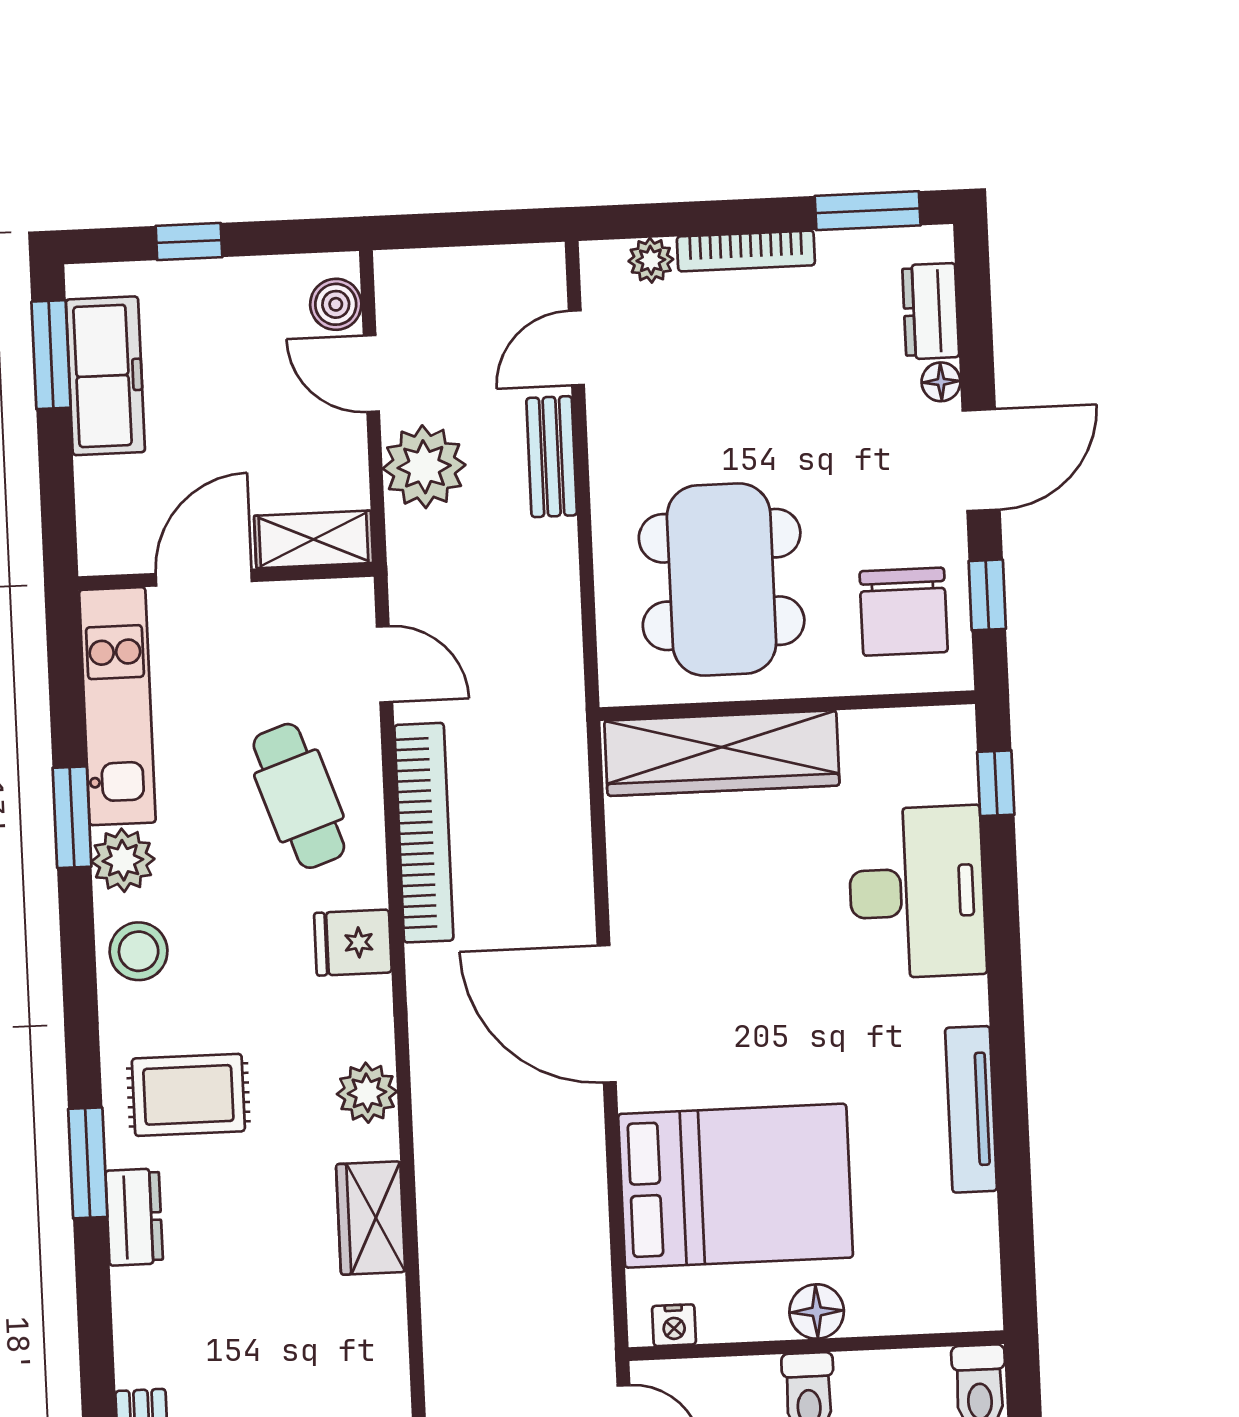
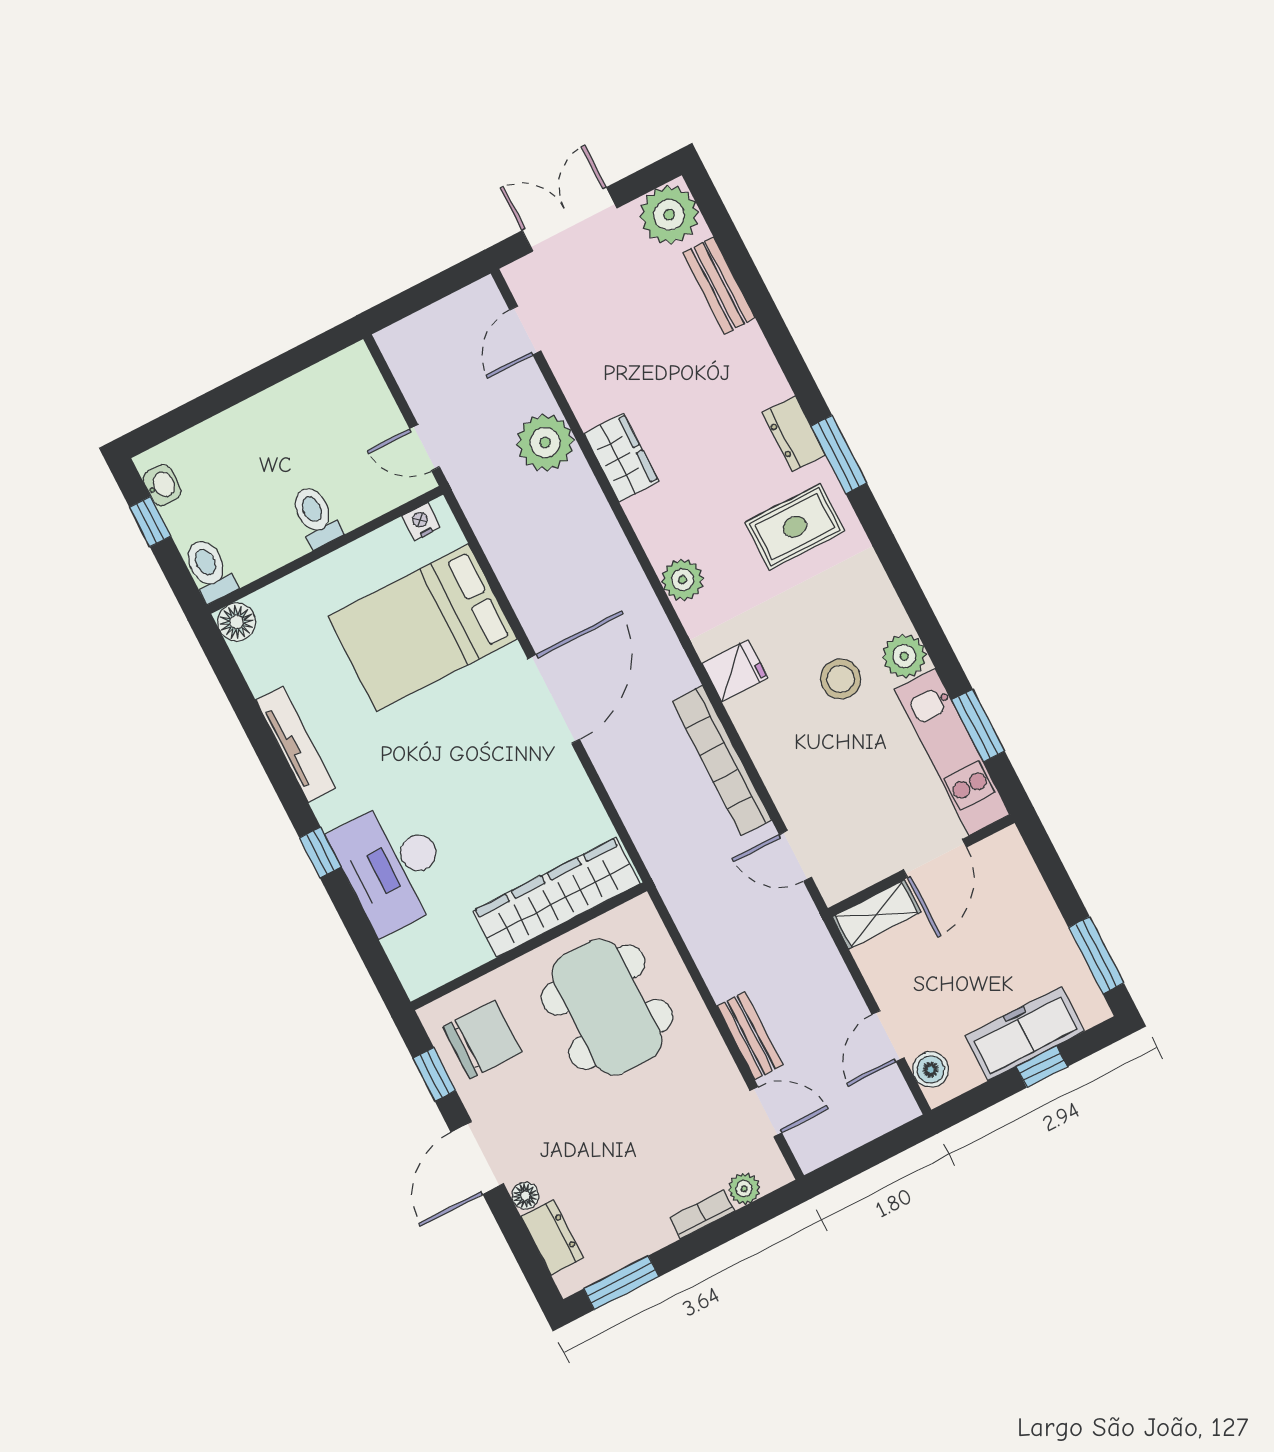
bookcase: (746, 251) -> (702, 1214), width x0.64
door: (576, 348) -> (766, 1112), hinge flipped
door: (371, 374) -> (888, 1036), swing flipped
freezer: (105, 376) -> (1025, 1034), moved, turned 90
plant: (424, 467) -> (545, 443), moved
chair: (904, 612) -> (482, 1040), turned 90
window: (996, 783) -> (320, 852), moved
cafe table: (299, 796) -> (812, 748), removed
window: (72, 817) -> (978, 726), moved
stool: (139, 951) -> (841, 679), moved
door: (607, 1014) -> (554, 699), hinge flipped
wardrobe: (371, 1218) -> (621, 458), moved
floor lamp: (817, 1312) -> (237, 622), moved

